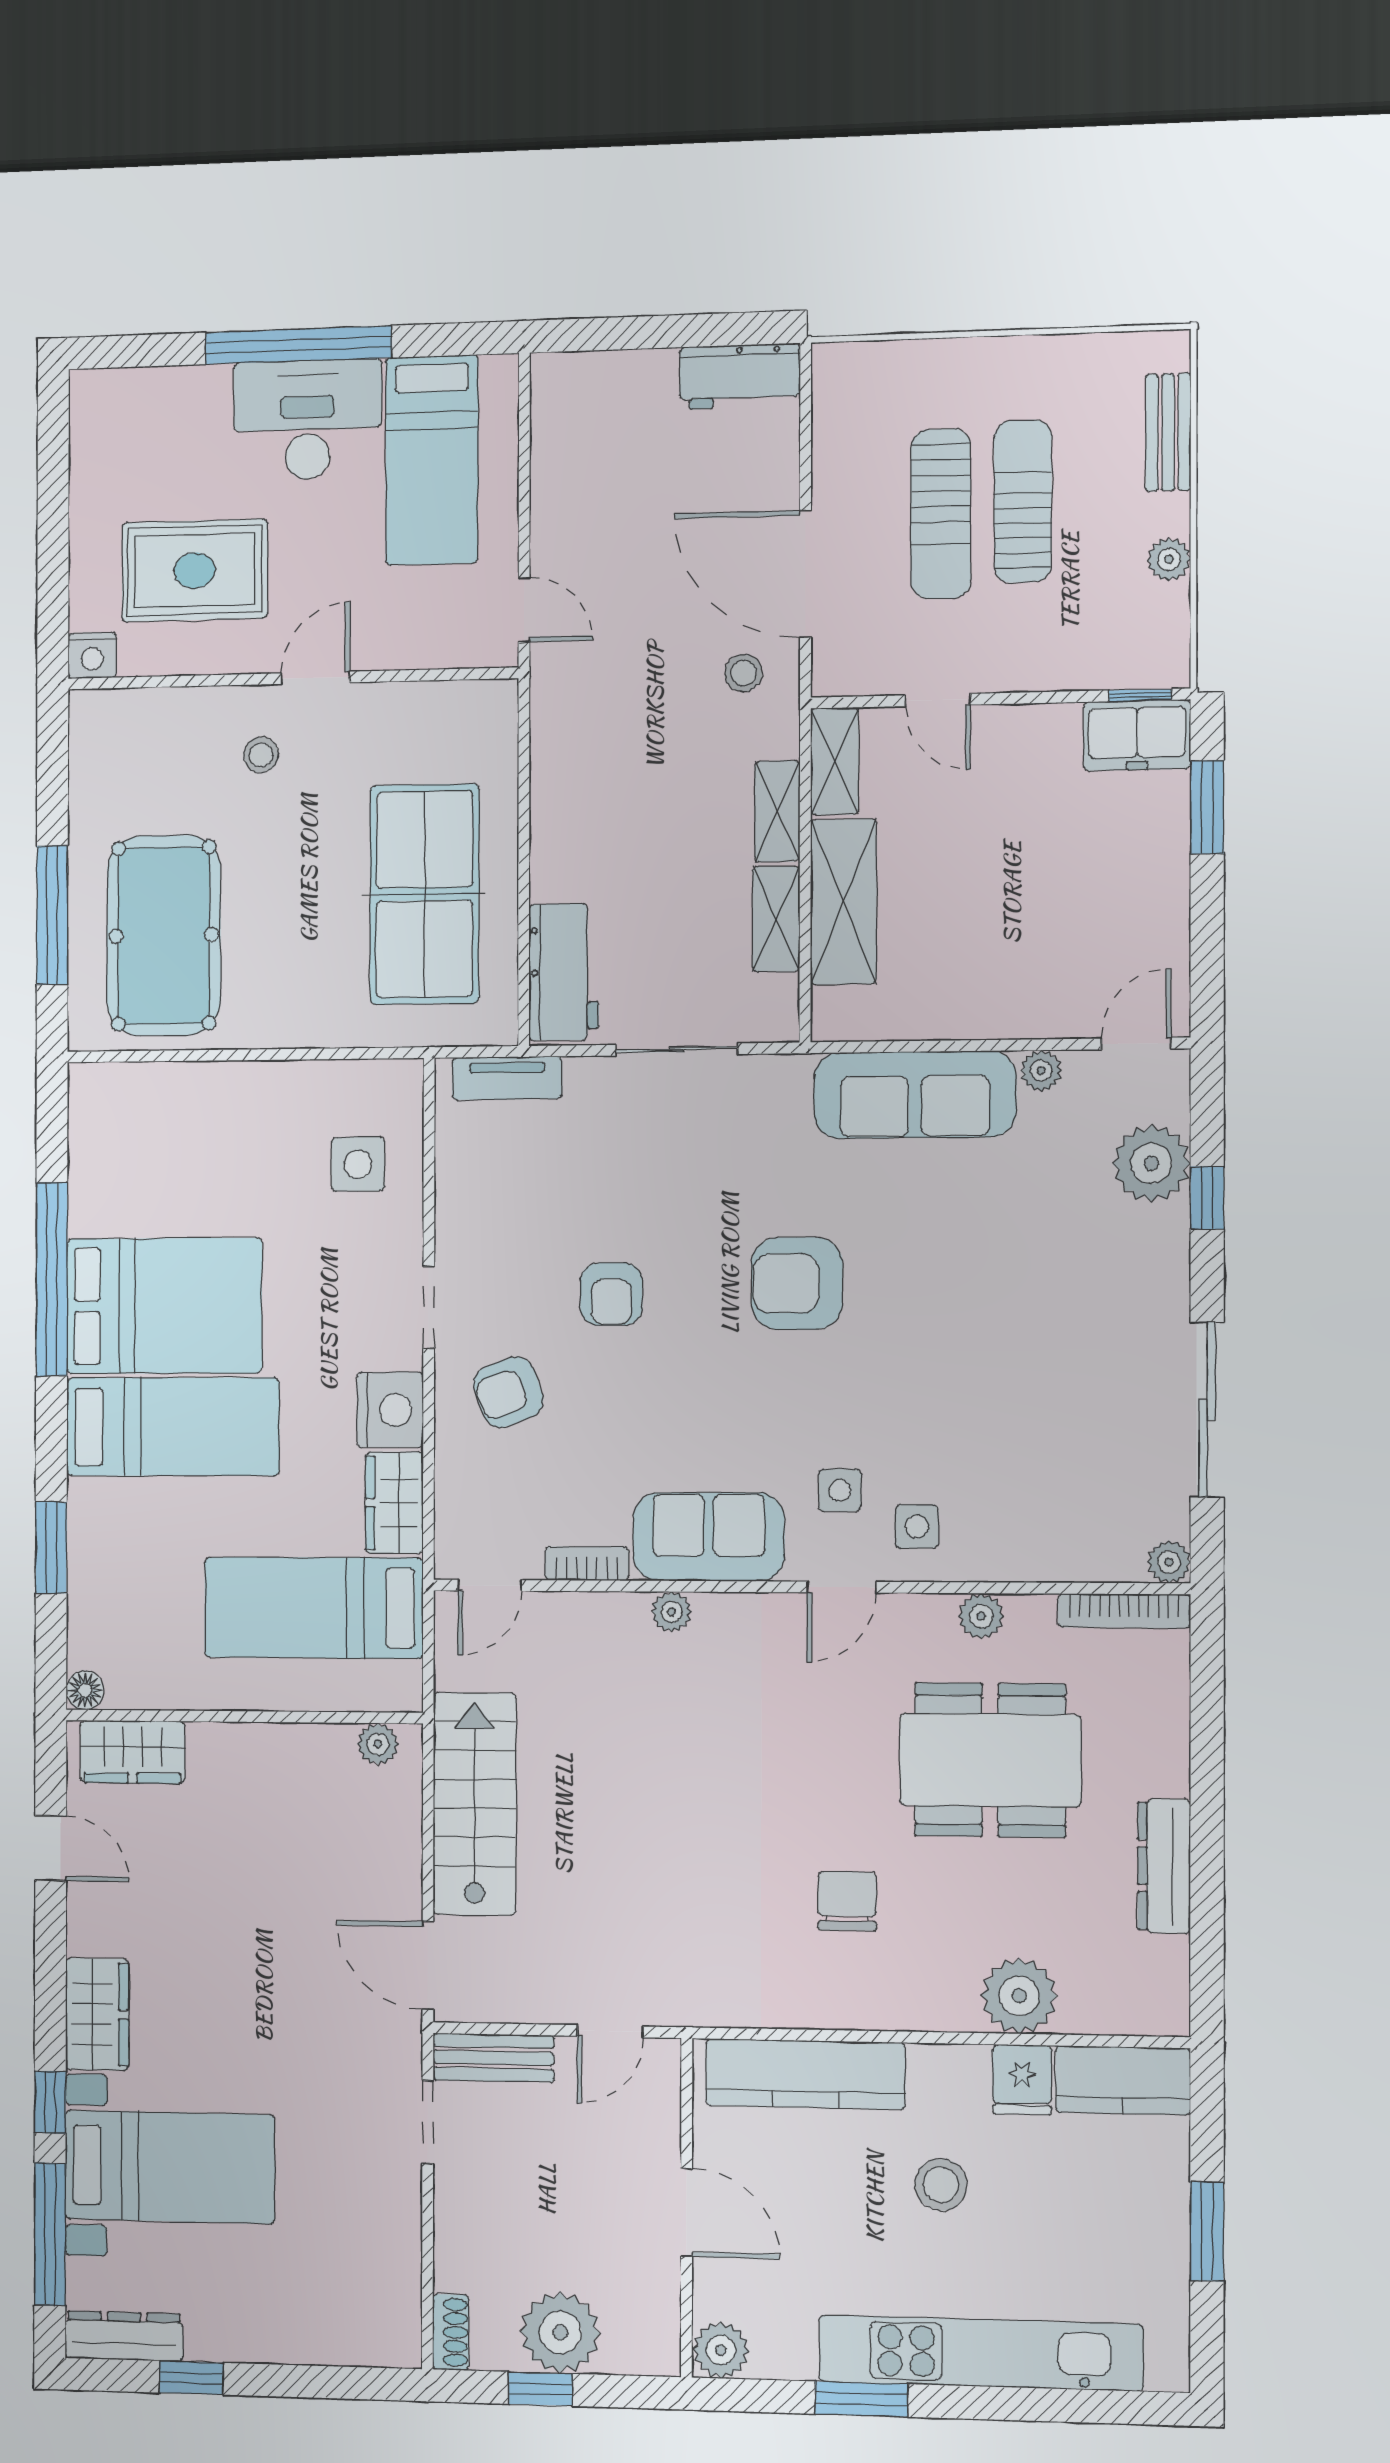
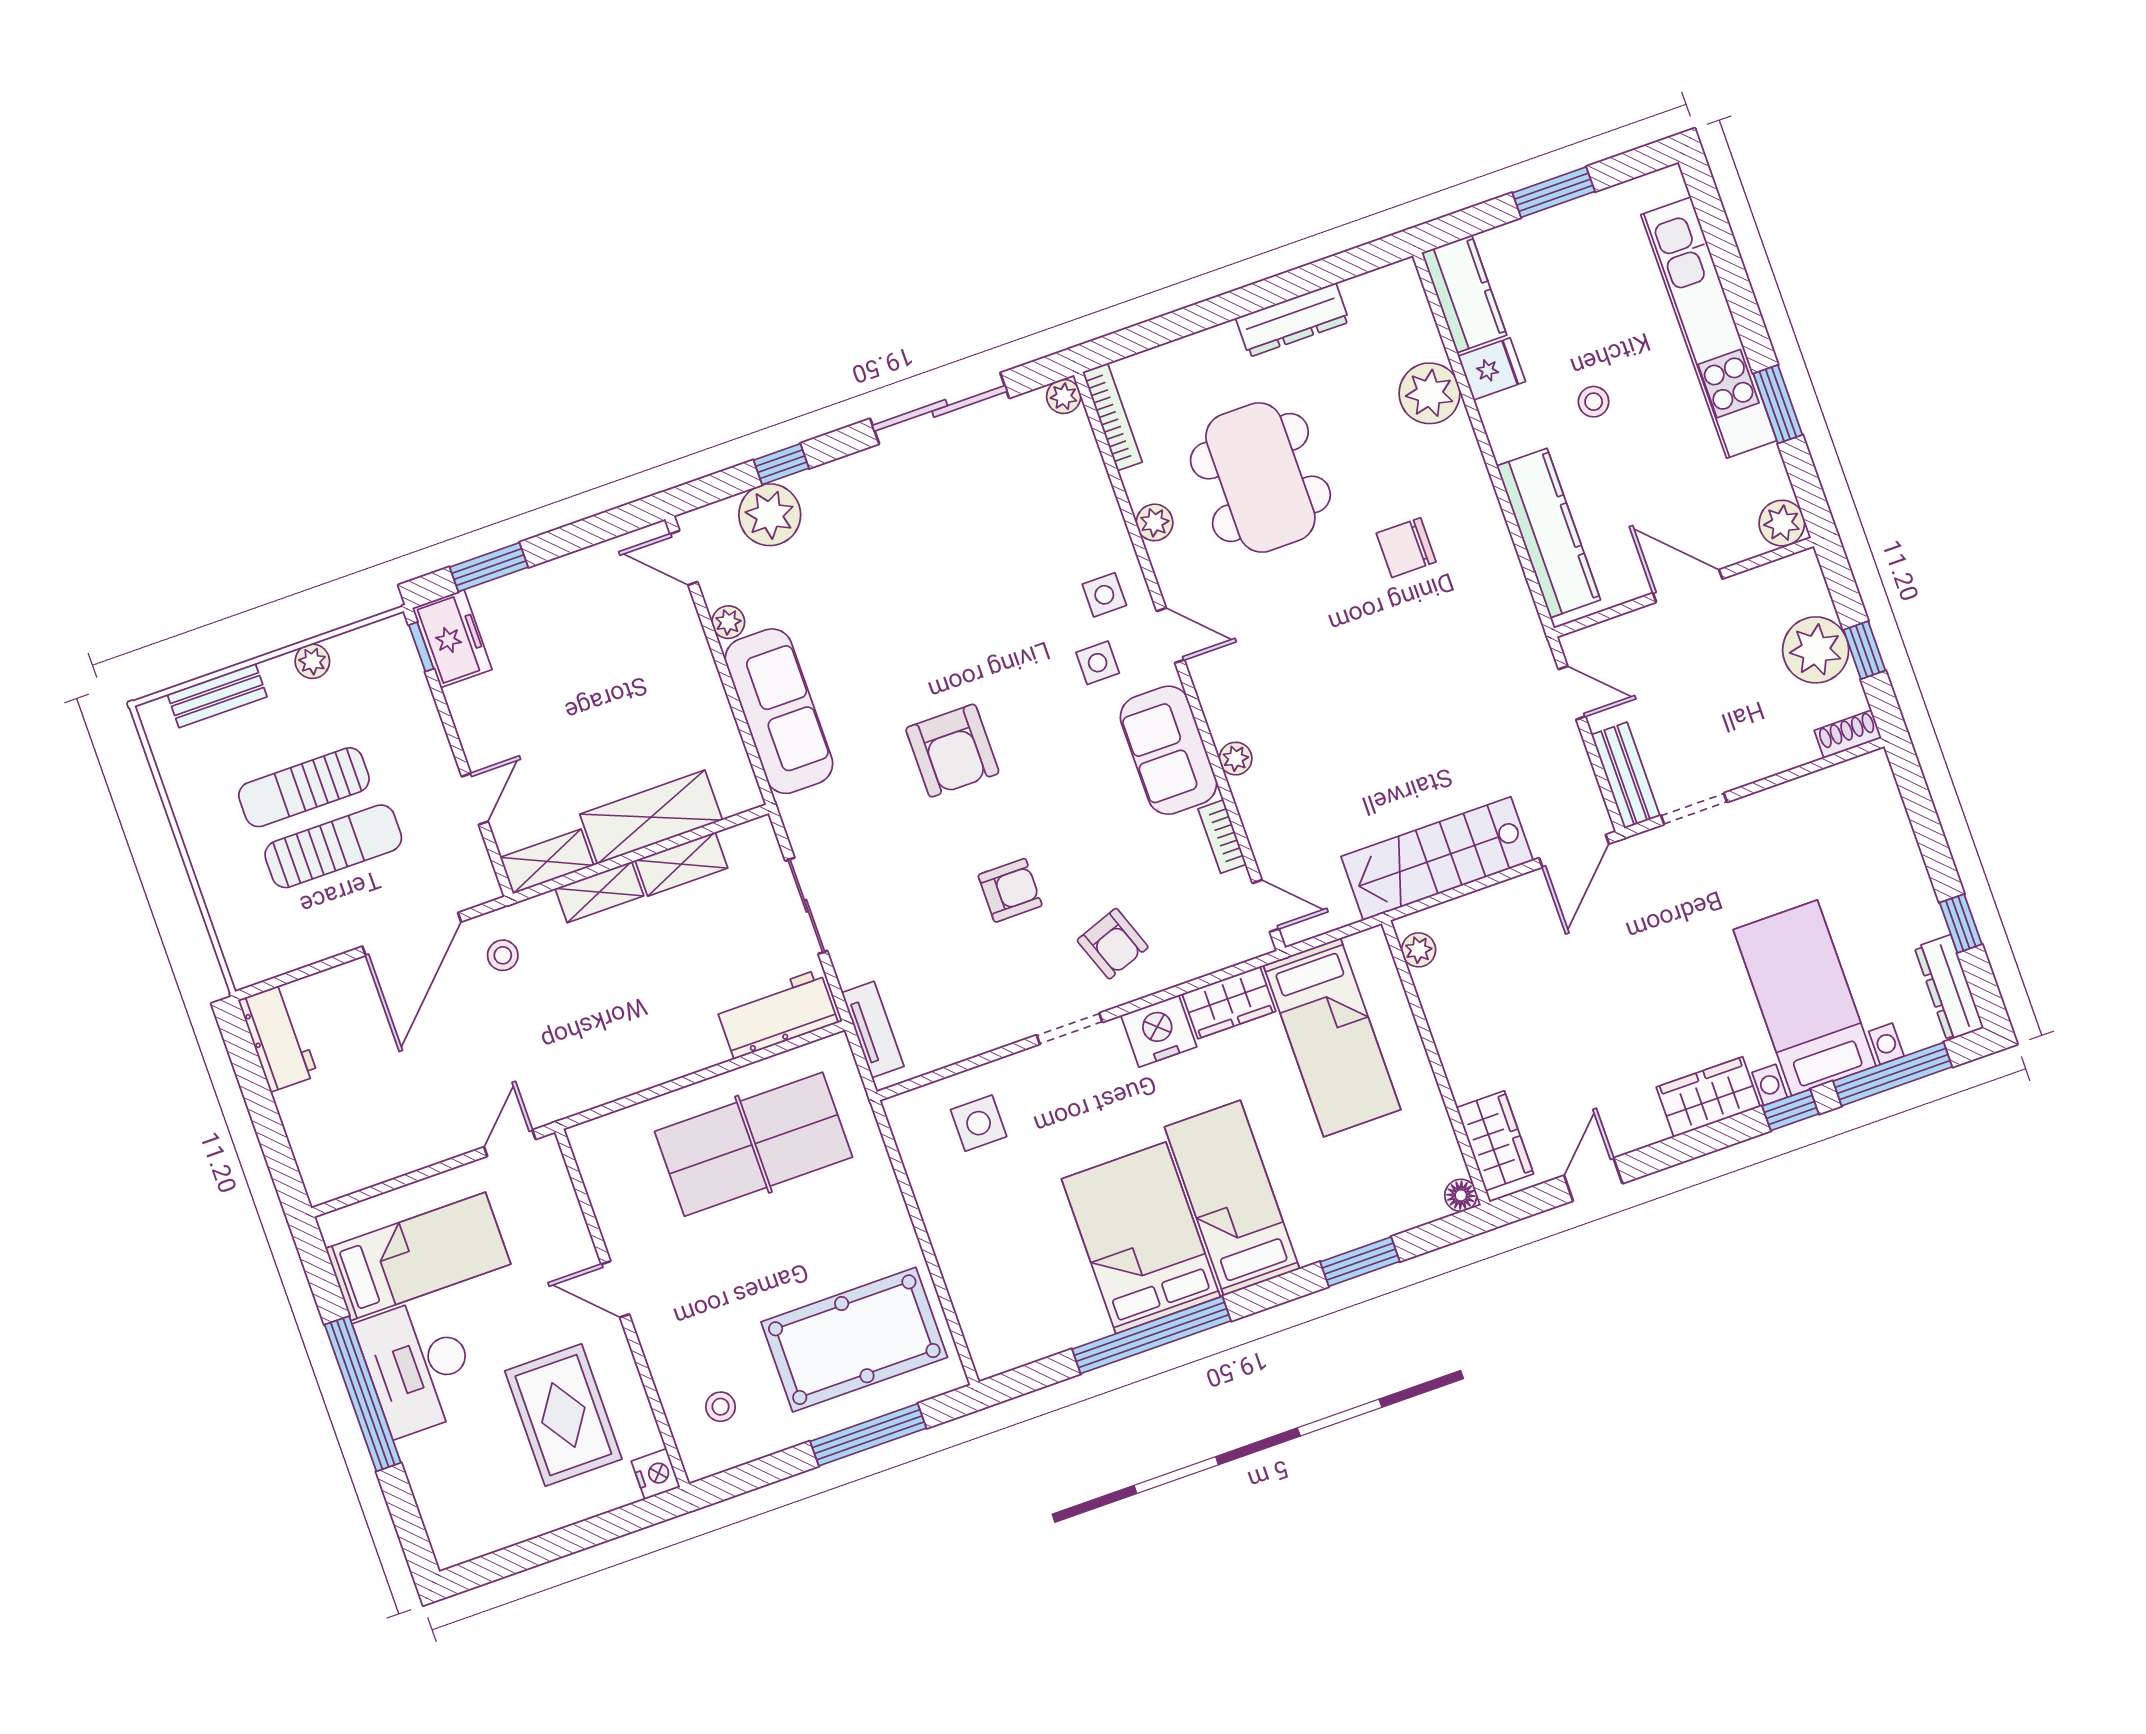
stool: (261, 755) -> (721, 1407), moved
stool: (941, 2185) -> (1594, 402), width x0.73, depth x0.73
door: (687, 2213) -> (1688, 586), hinge flipped

